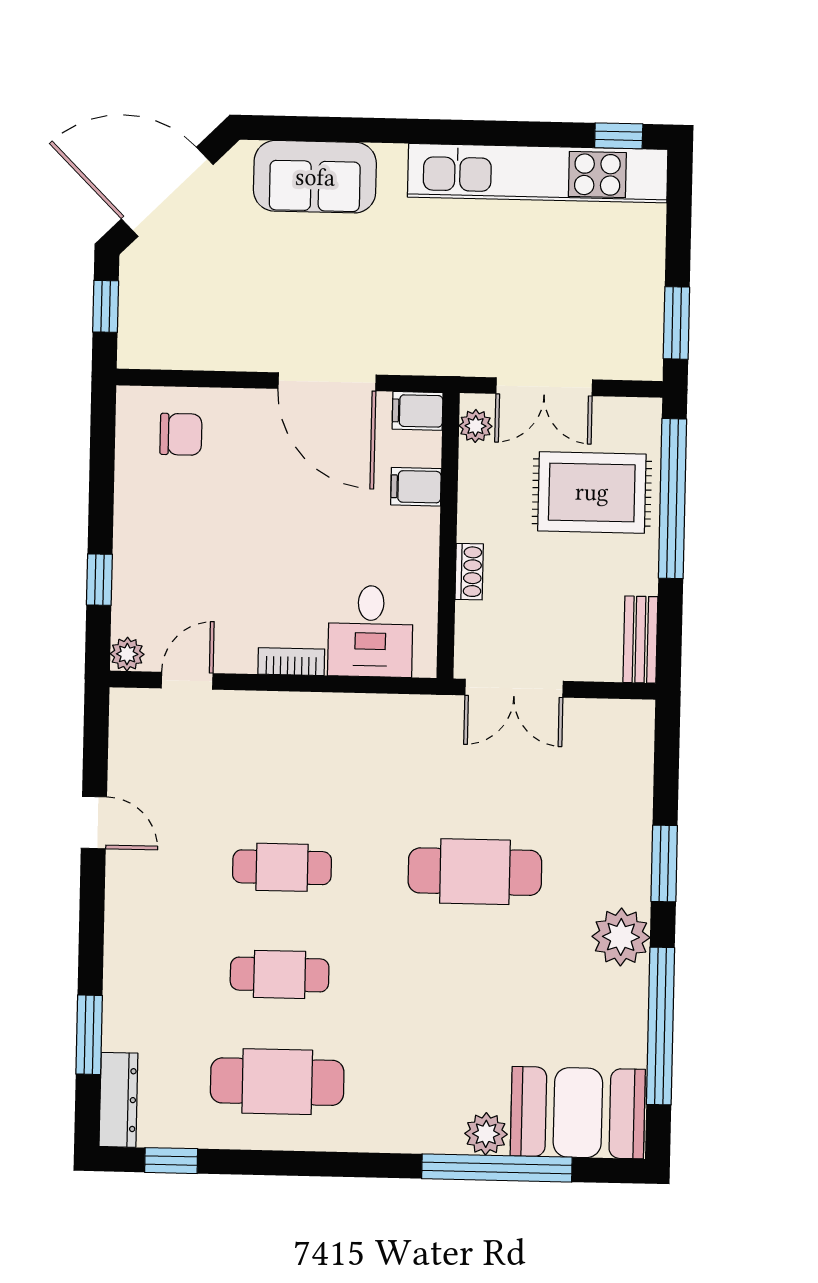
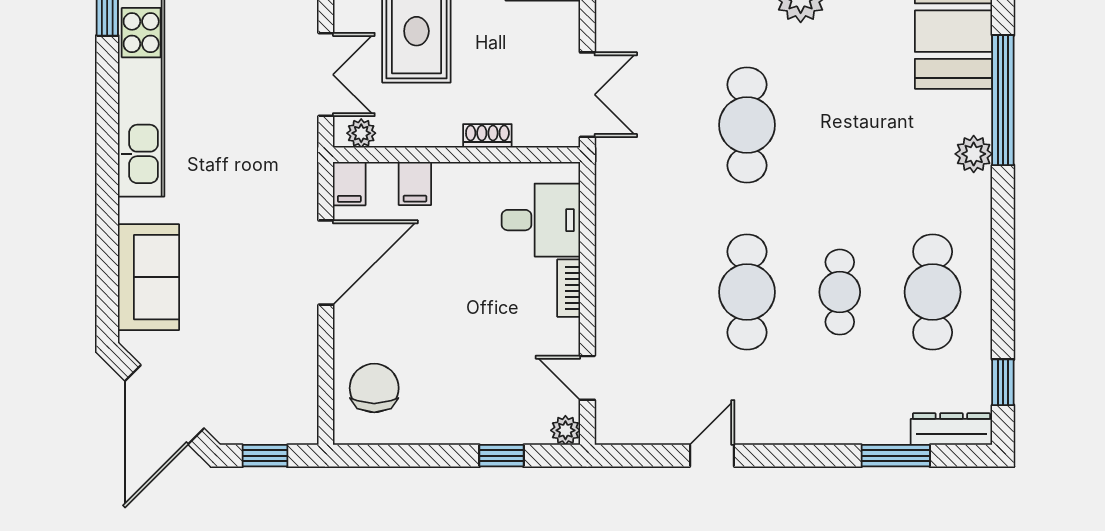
chair: (181, 434) -> (374, 388), width x1.37, depth x1.37
cafe table: (282, 867) -> (747, 292), width x1.37, depth x1.35
plant: (486, 1134) -> (974, 154), moved

